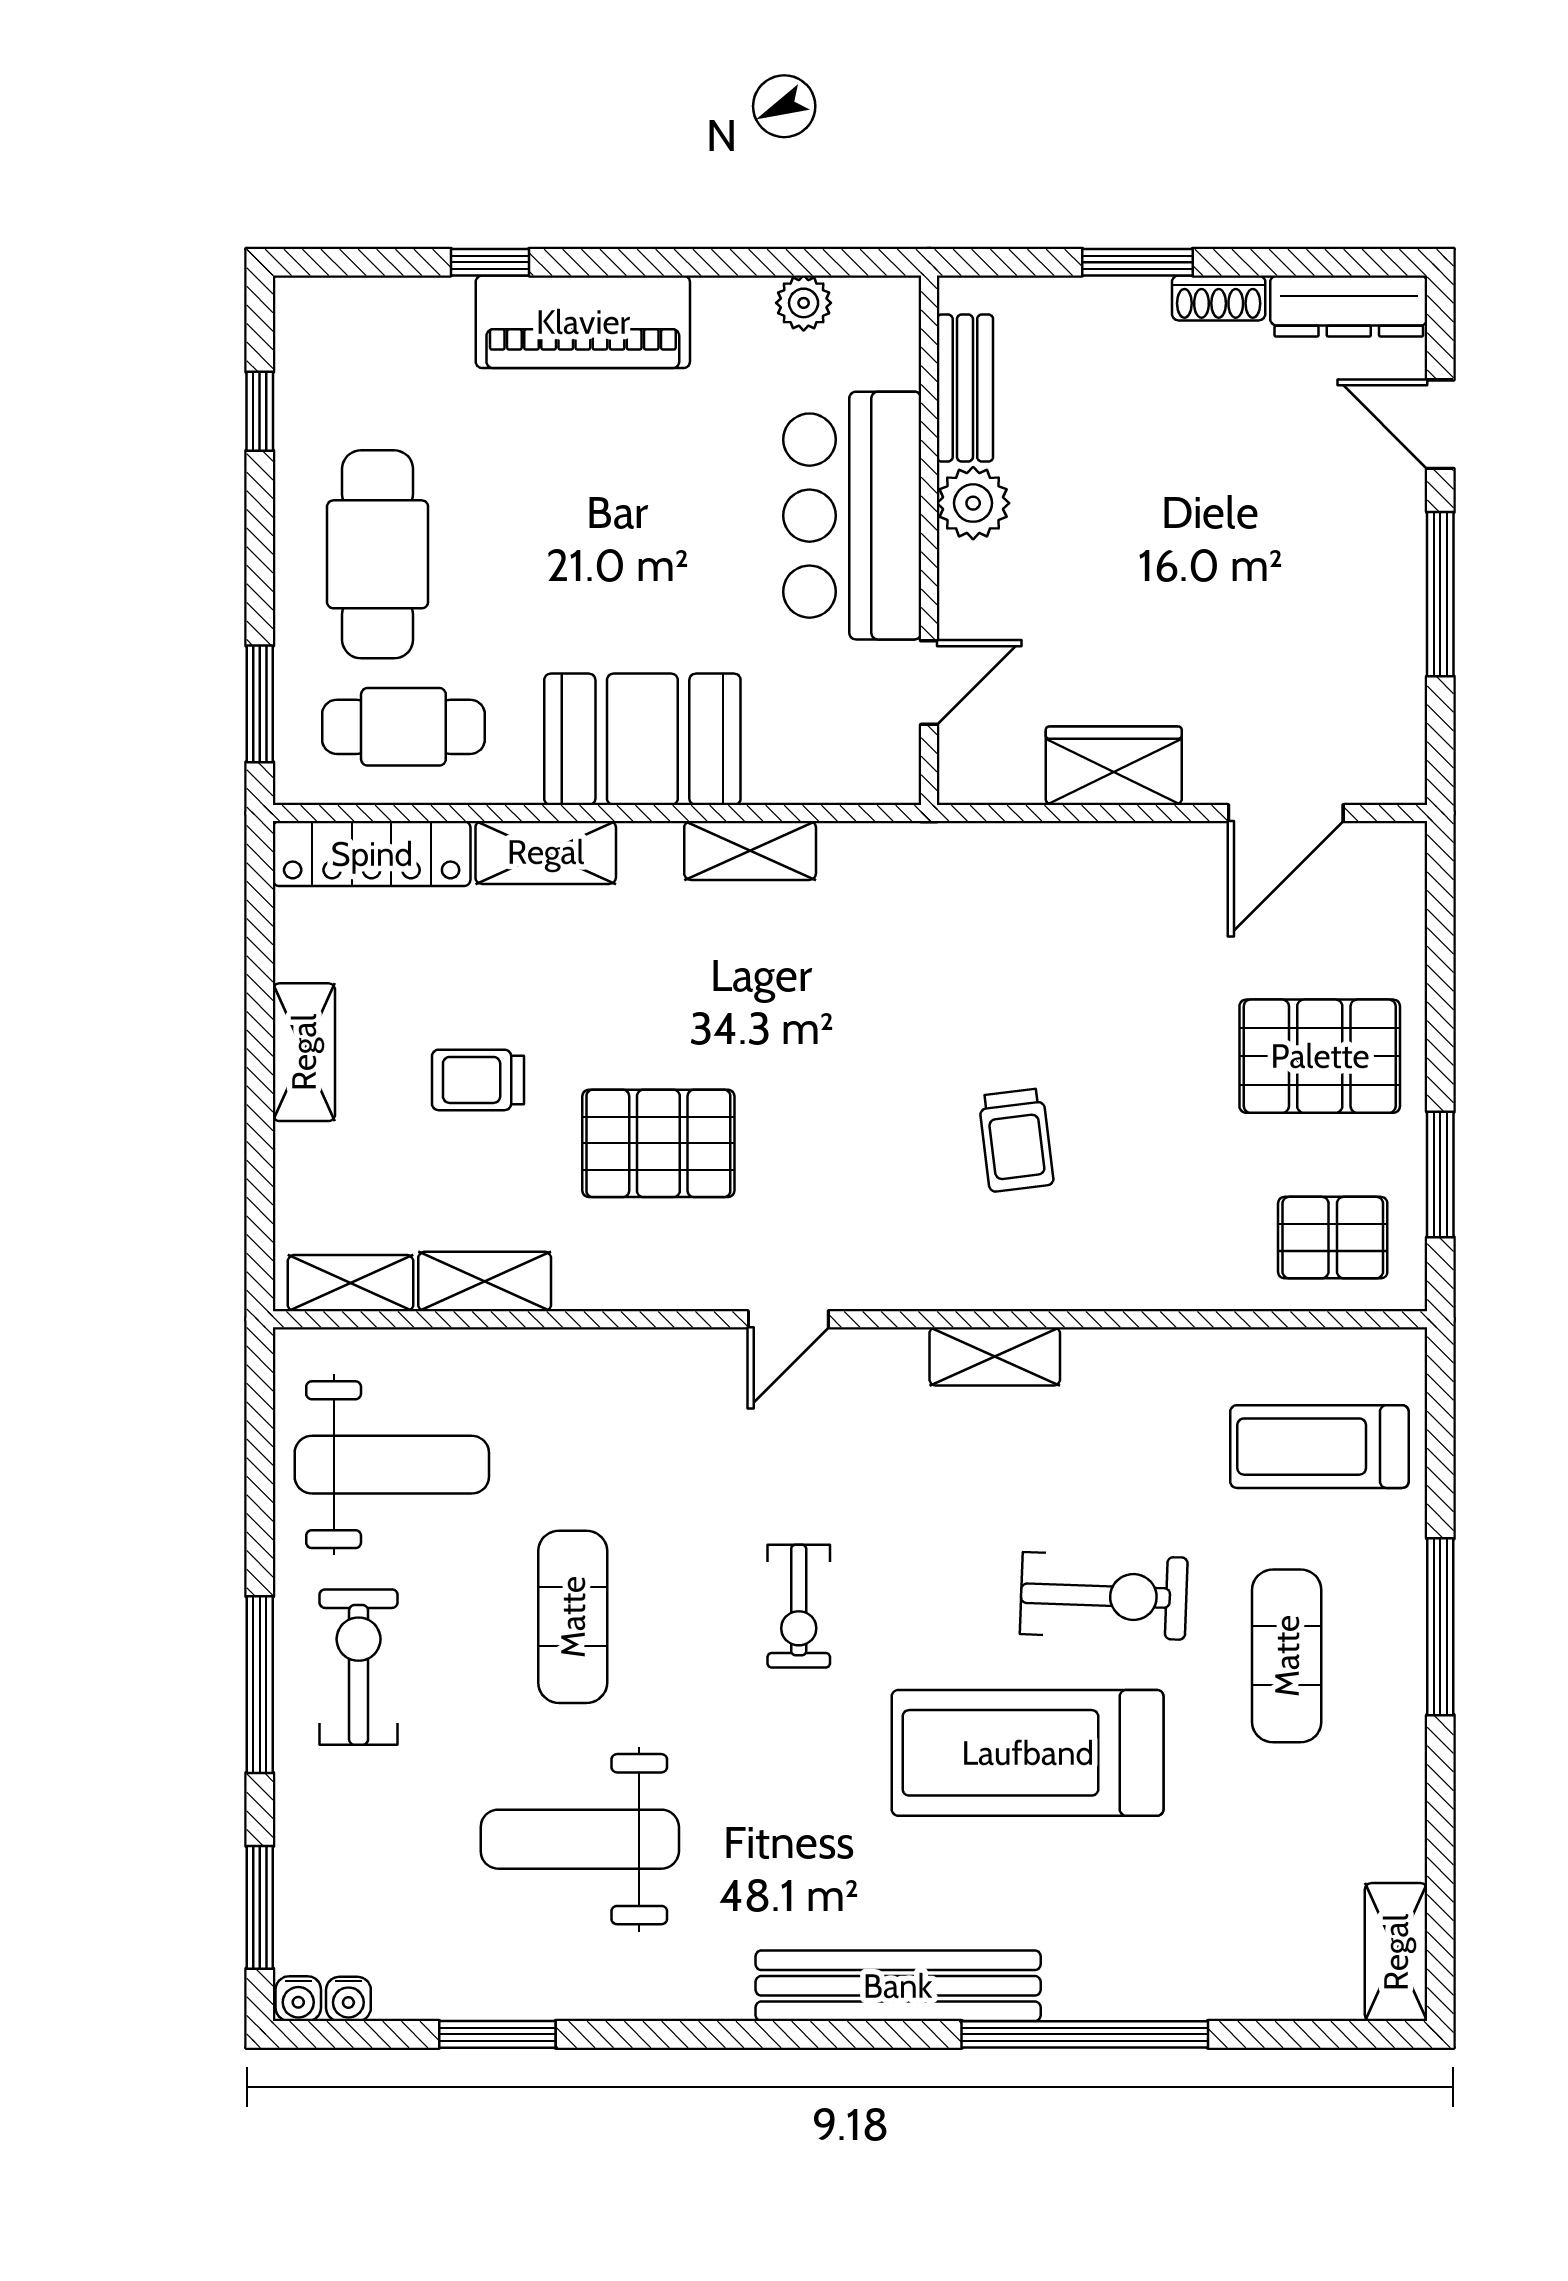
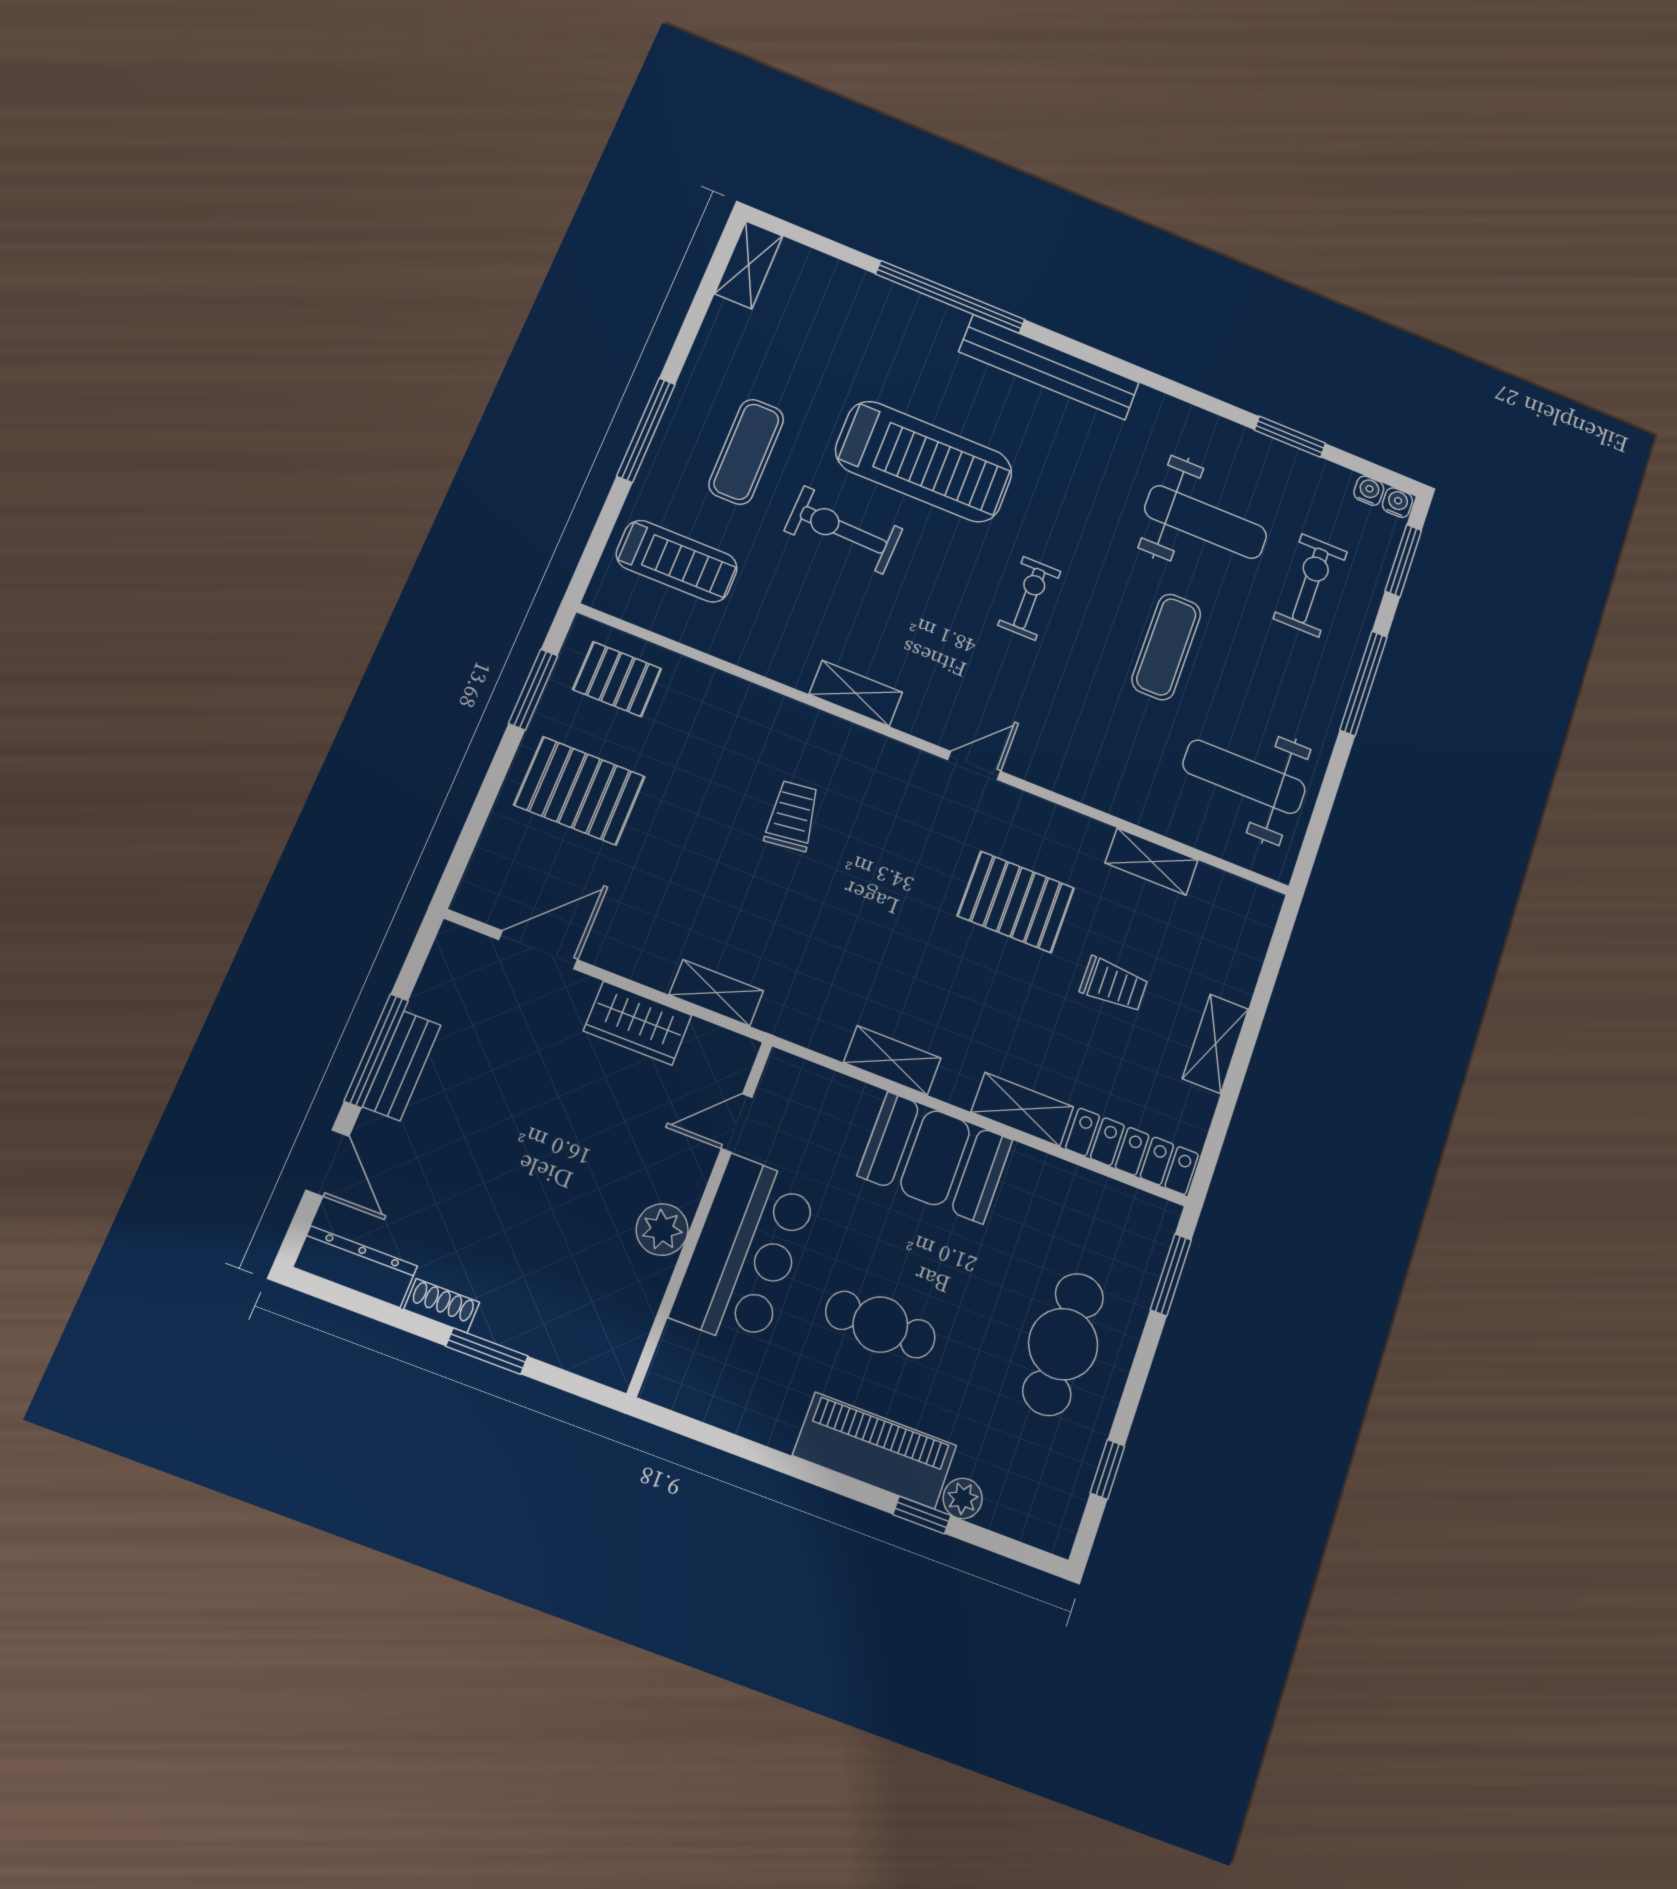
plant: (804, 303) -> (963, 1498), moved
bench: (965, 388) -> (402, 1066), moved
cafe table: (403, 727) -> (880, 1325), moved
shelving: (350, 1283) -> (716, 993), moved
exercise bike: (359, 1667) -> (1310, 585), moved, turned 180

